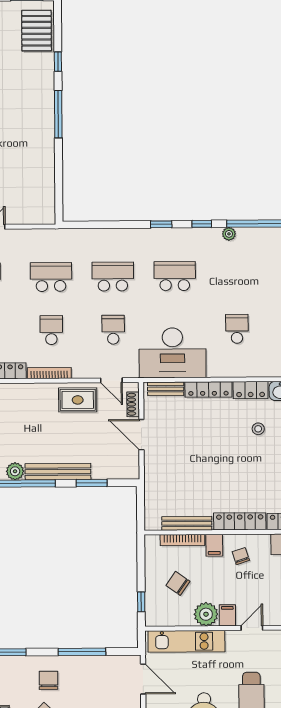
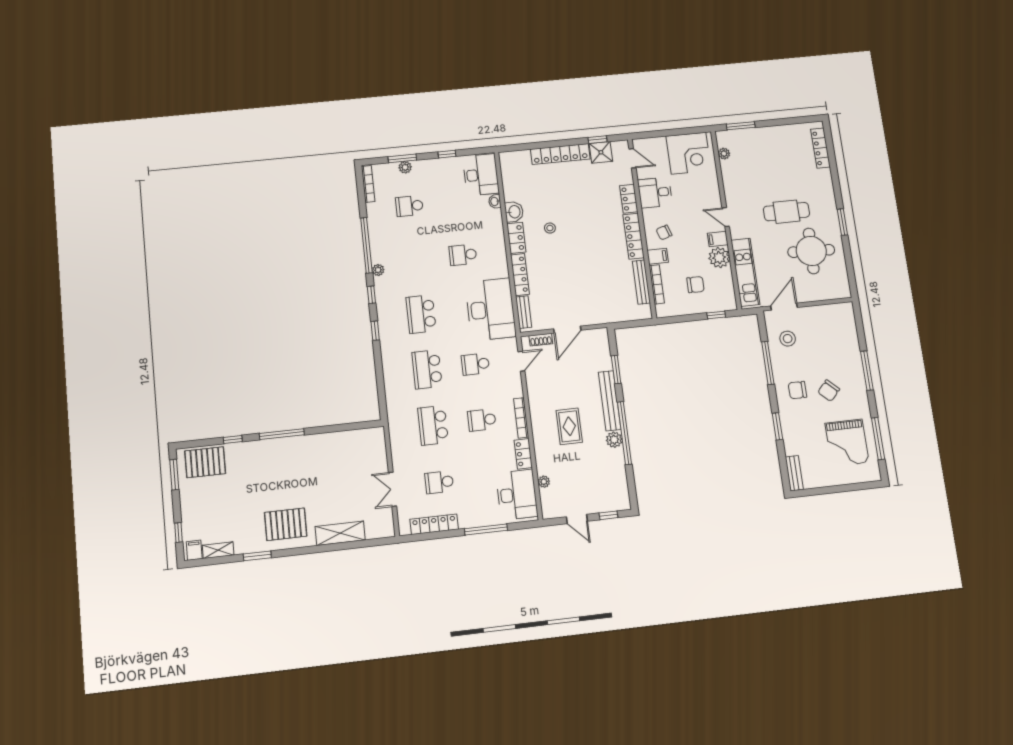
rug: (78, 400) -> (569, 426), moved
chair: (178, 583) -> (695, 285), turned -125
stool: (107, 678) -> (788, 339), added

